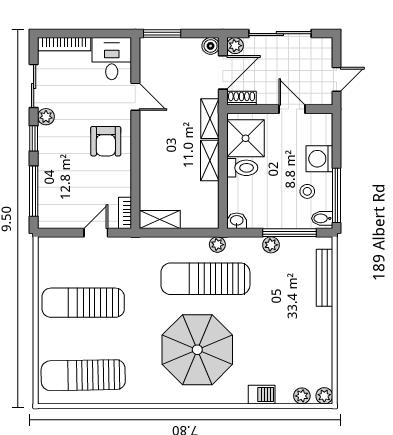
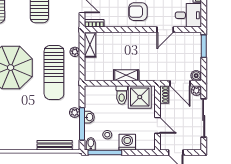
door: (292, 109) -> (157, 125), hinge flipped
shelving: (210, 119) -> (152, 75), removed
washbasin: (237, 221) -> (89, 117), moved
plant: (217, 245) -> (75, 52), moved
sun lounger: (205, 279) -> (54, 73), turned 180

